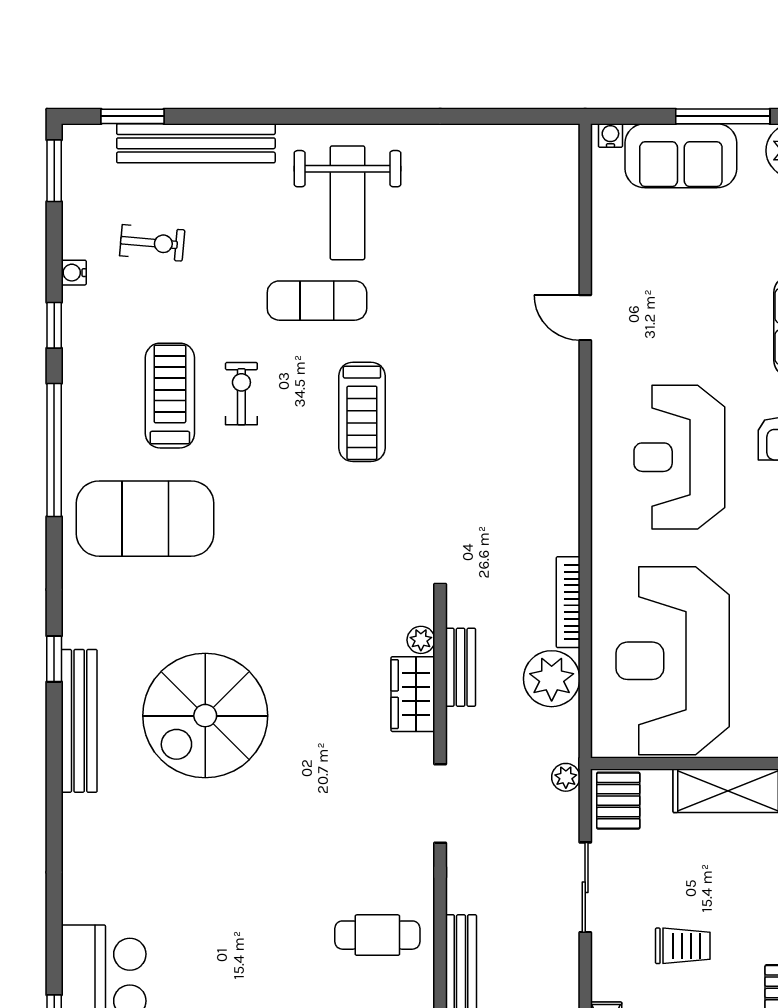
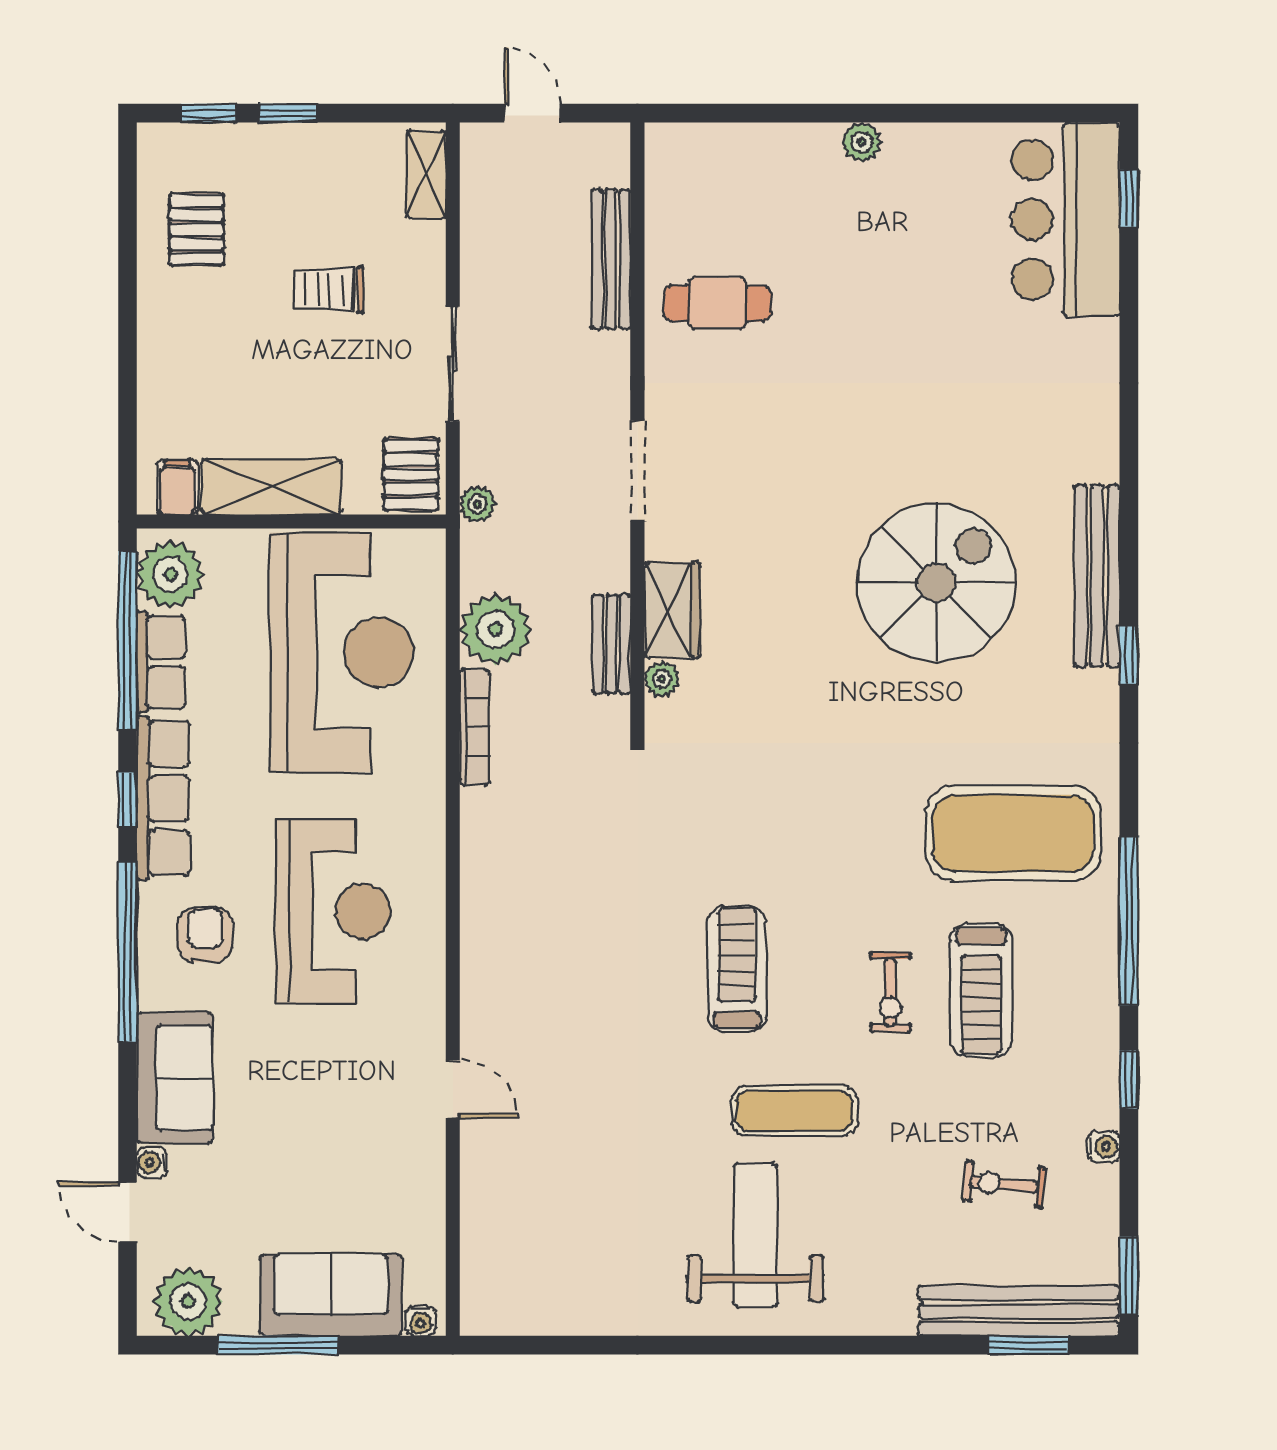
bench: (196, 143) -> (1019, 1311), moved

